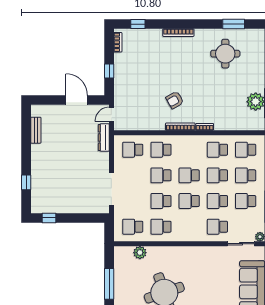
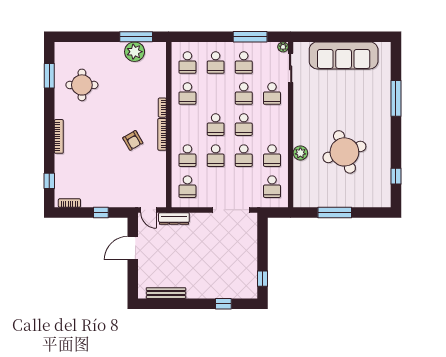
bench: (36, 130) -> (166, 293), width x1.36
school desk: (217, 175) -> (216, 94), removed
plant: (140, 253) -> (300, 153), moved

